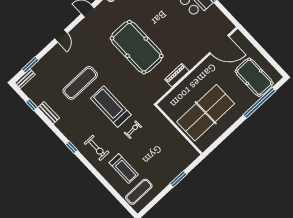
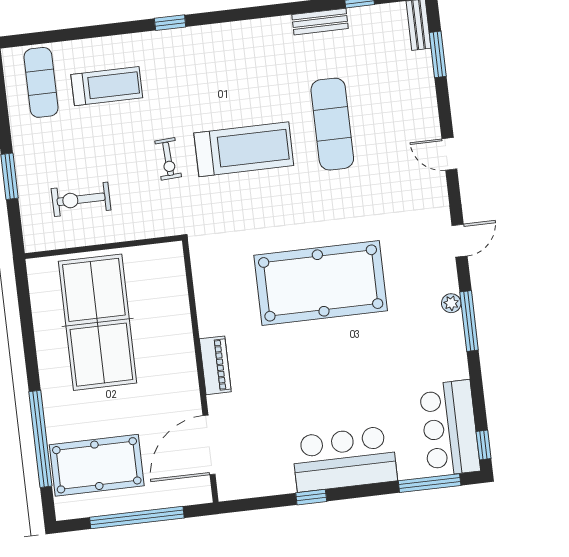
window: (262, 51) -> (137, 518), added
piano: (177, 75) -> (215, 365), moved
window: (72, 147) -> (170, 23), moved
exercise bike: (97, 148) -> (81, 199), moved
treadmill: (124, 169) -> (107, 86), turned 180

